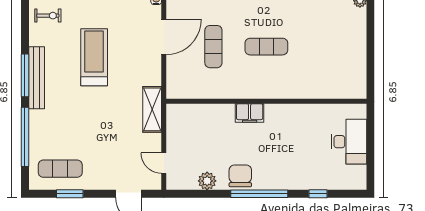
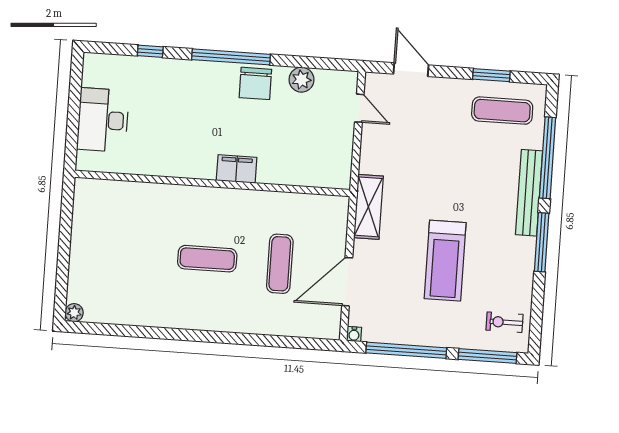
bench: (37, 78) -> (529, 193), moved
shelving: (152, 109) -> (368, 207), moved

